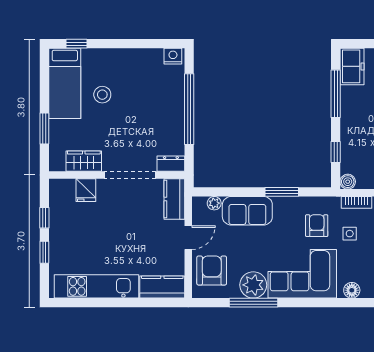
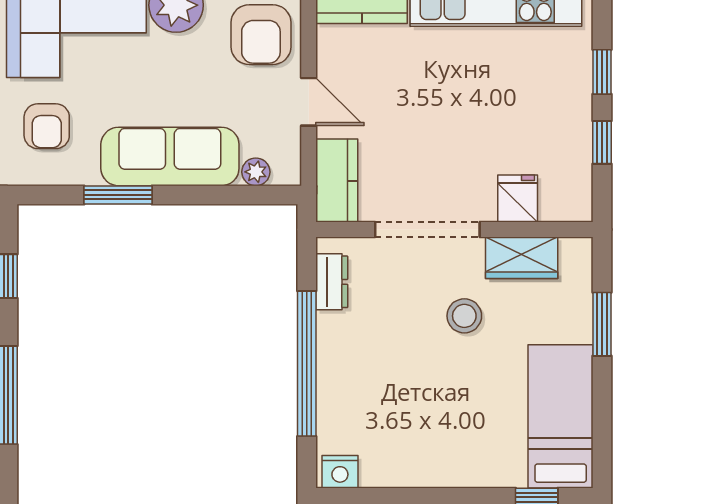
stool: (102, 95) -> (464, 316), moved
dresser: (171, 164) -> (332, 282), moved, turned -90
sofa: (247, 211) -> (170, 156), width x1.36
door: (188, 238) -> (309, 102), swing flipped

